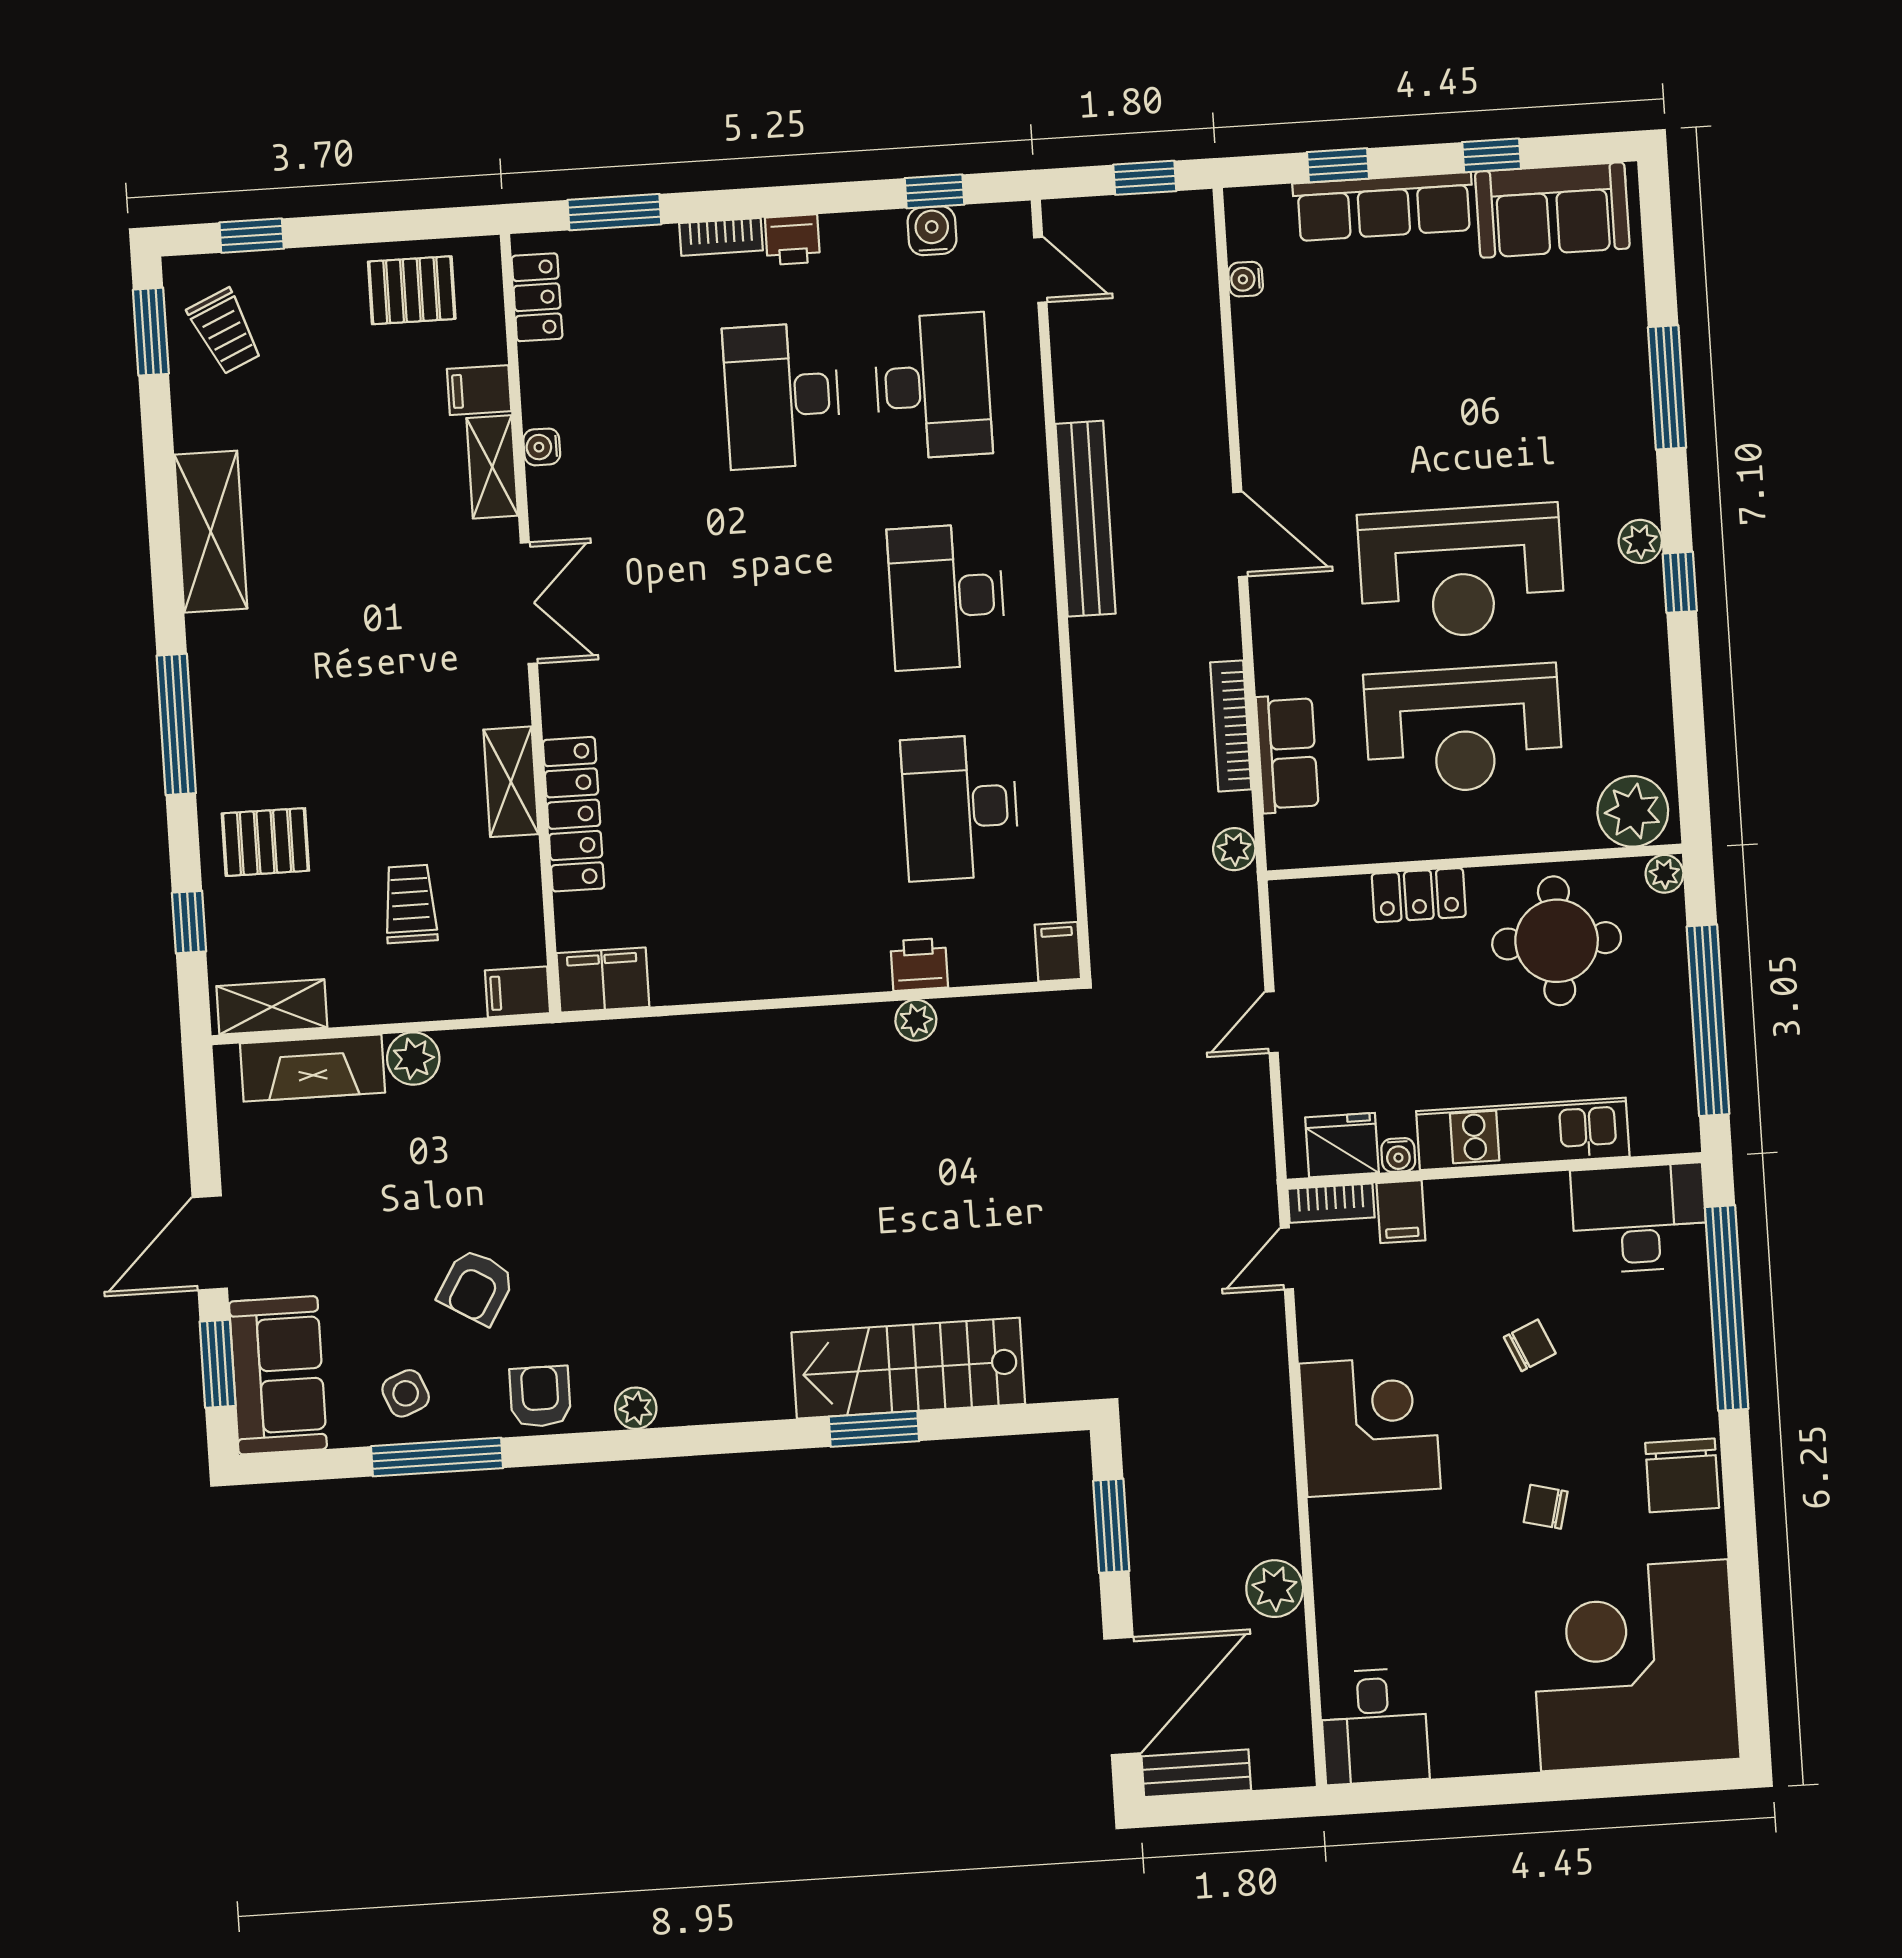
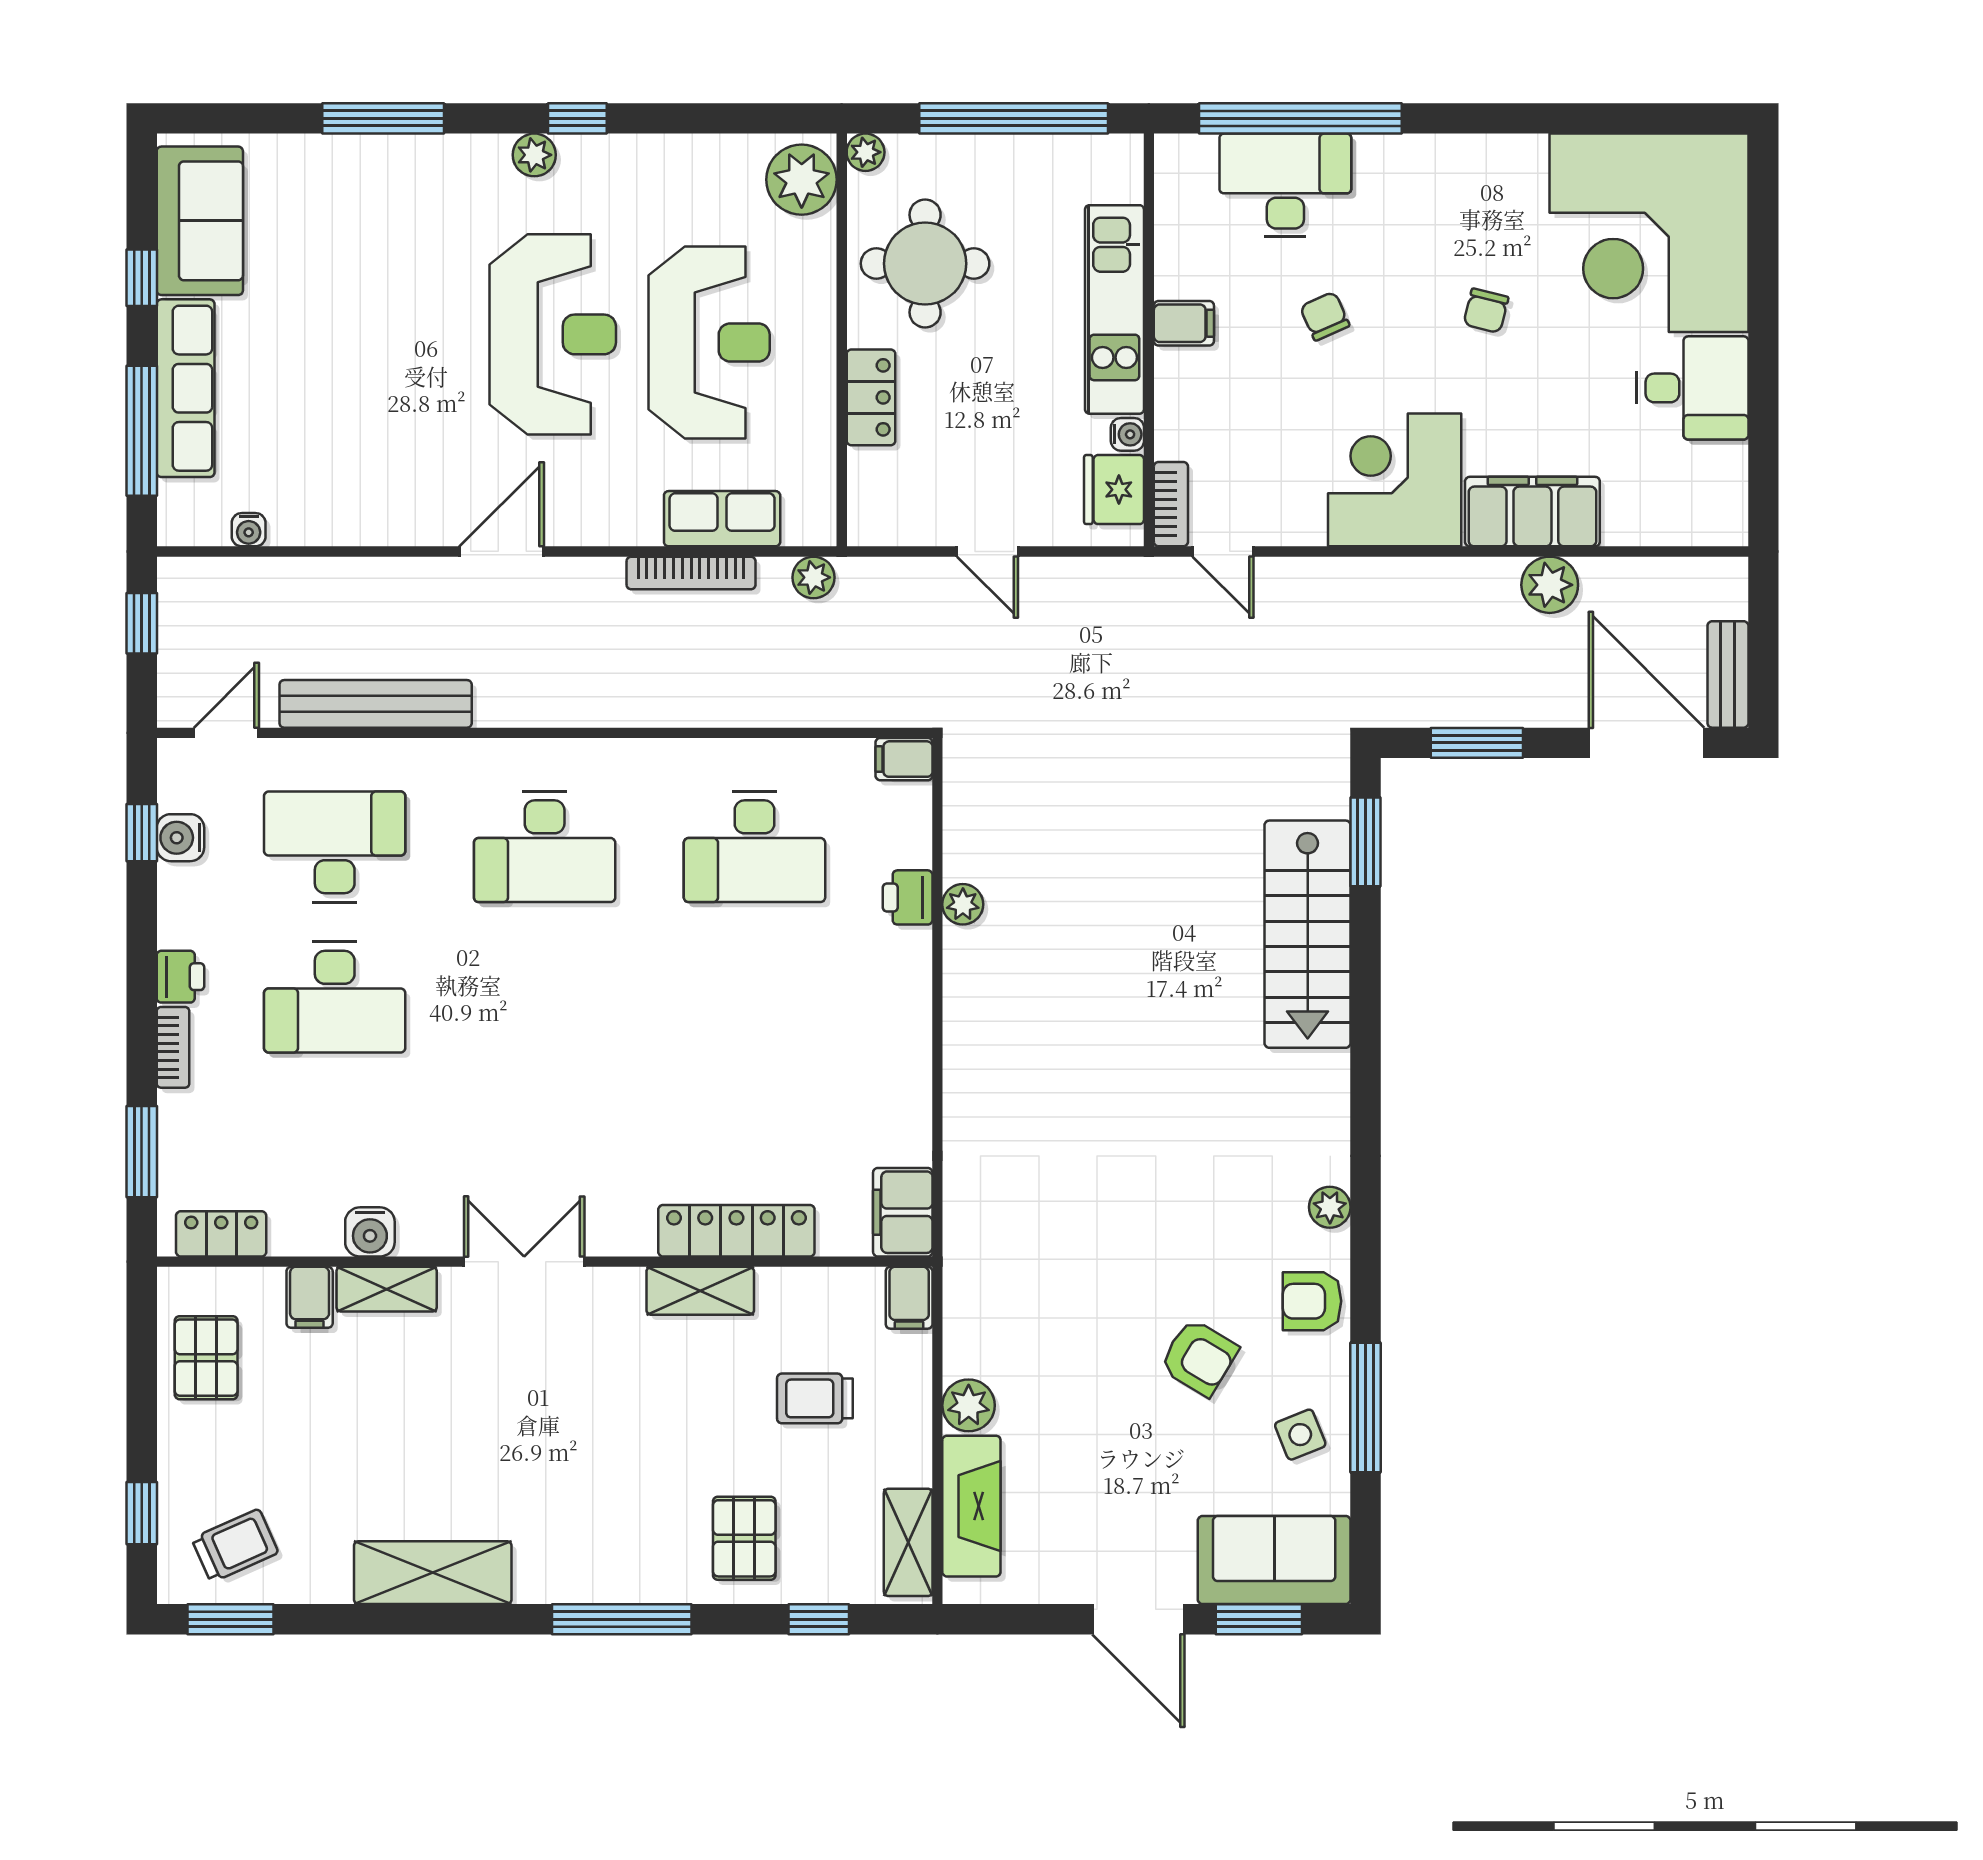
window: (1338, 165) -> (142, 431), width x2.17
water cooler: (542, 447) -> (370, 1232), width x1.38, depth x1.38
bench: (1085, 519) -> (376, 704), moved
filing cabinet: (1401, 1212) -> (1184, 323), moved
desk: (1639, 1218) -> (1285, 185), moved, turned 90
window: (874, 1429) -> (1366, 842), moved
chair: (1682, 1475) -> (1464, 173), removed
filing cabinet: (1347, 1566) -> (1532, 512), added
desk: (1374, 1726) -> (1693, 388), moved

